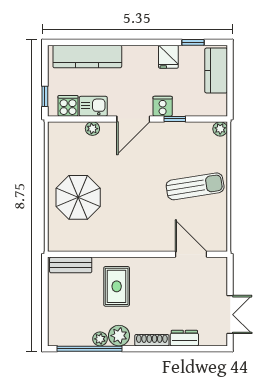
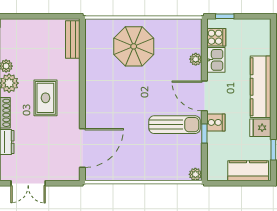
kitchen counter: (87, 56) -> (261, 87), moved
sun lounger: (195, 186) -> (175, 125), moved, turned -81
door: (191, 254) -> (82, 148), width x1.36
rug: (117, 286) -> (45, 98), moved, turned 90

